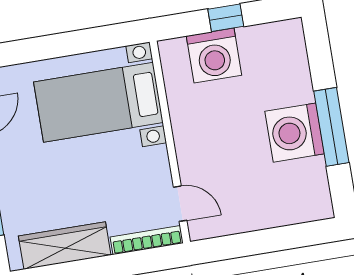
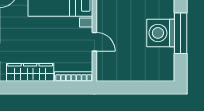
door: (180, 204) -> (94, 42), moved

